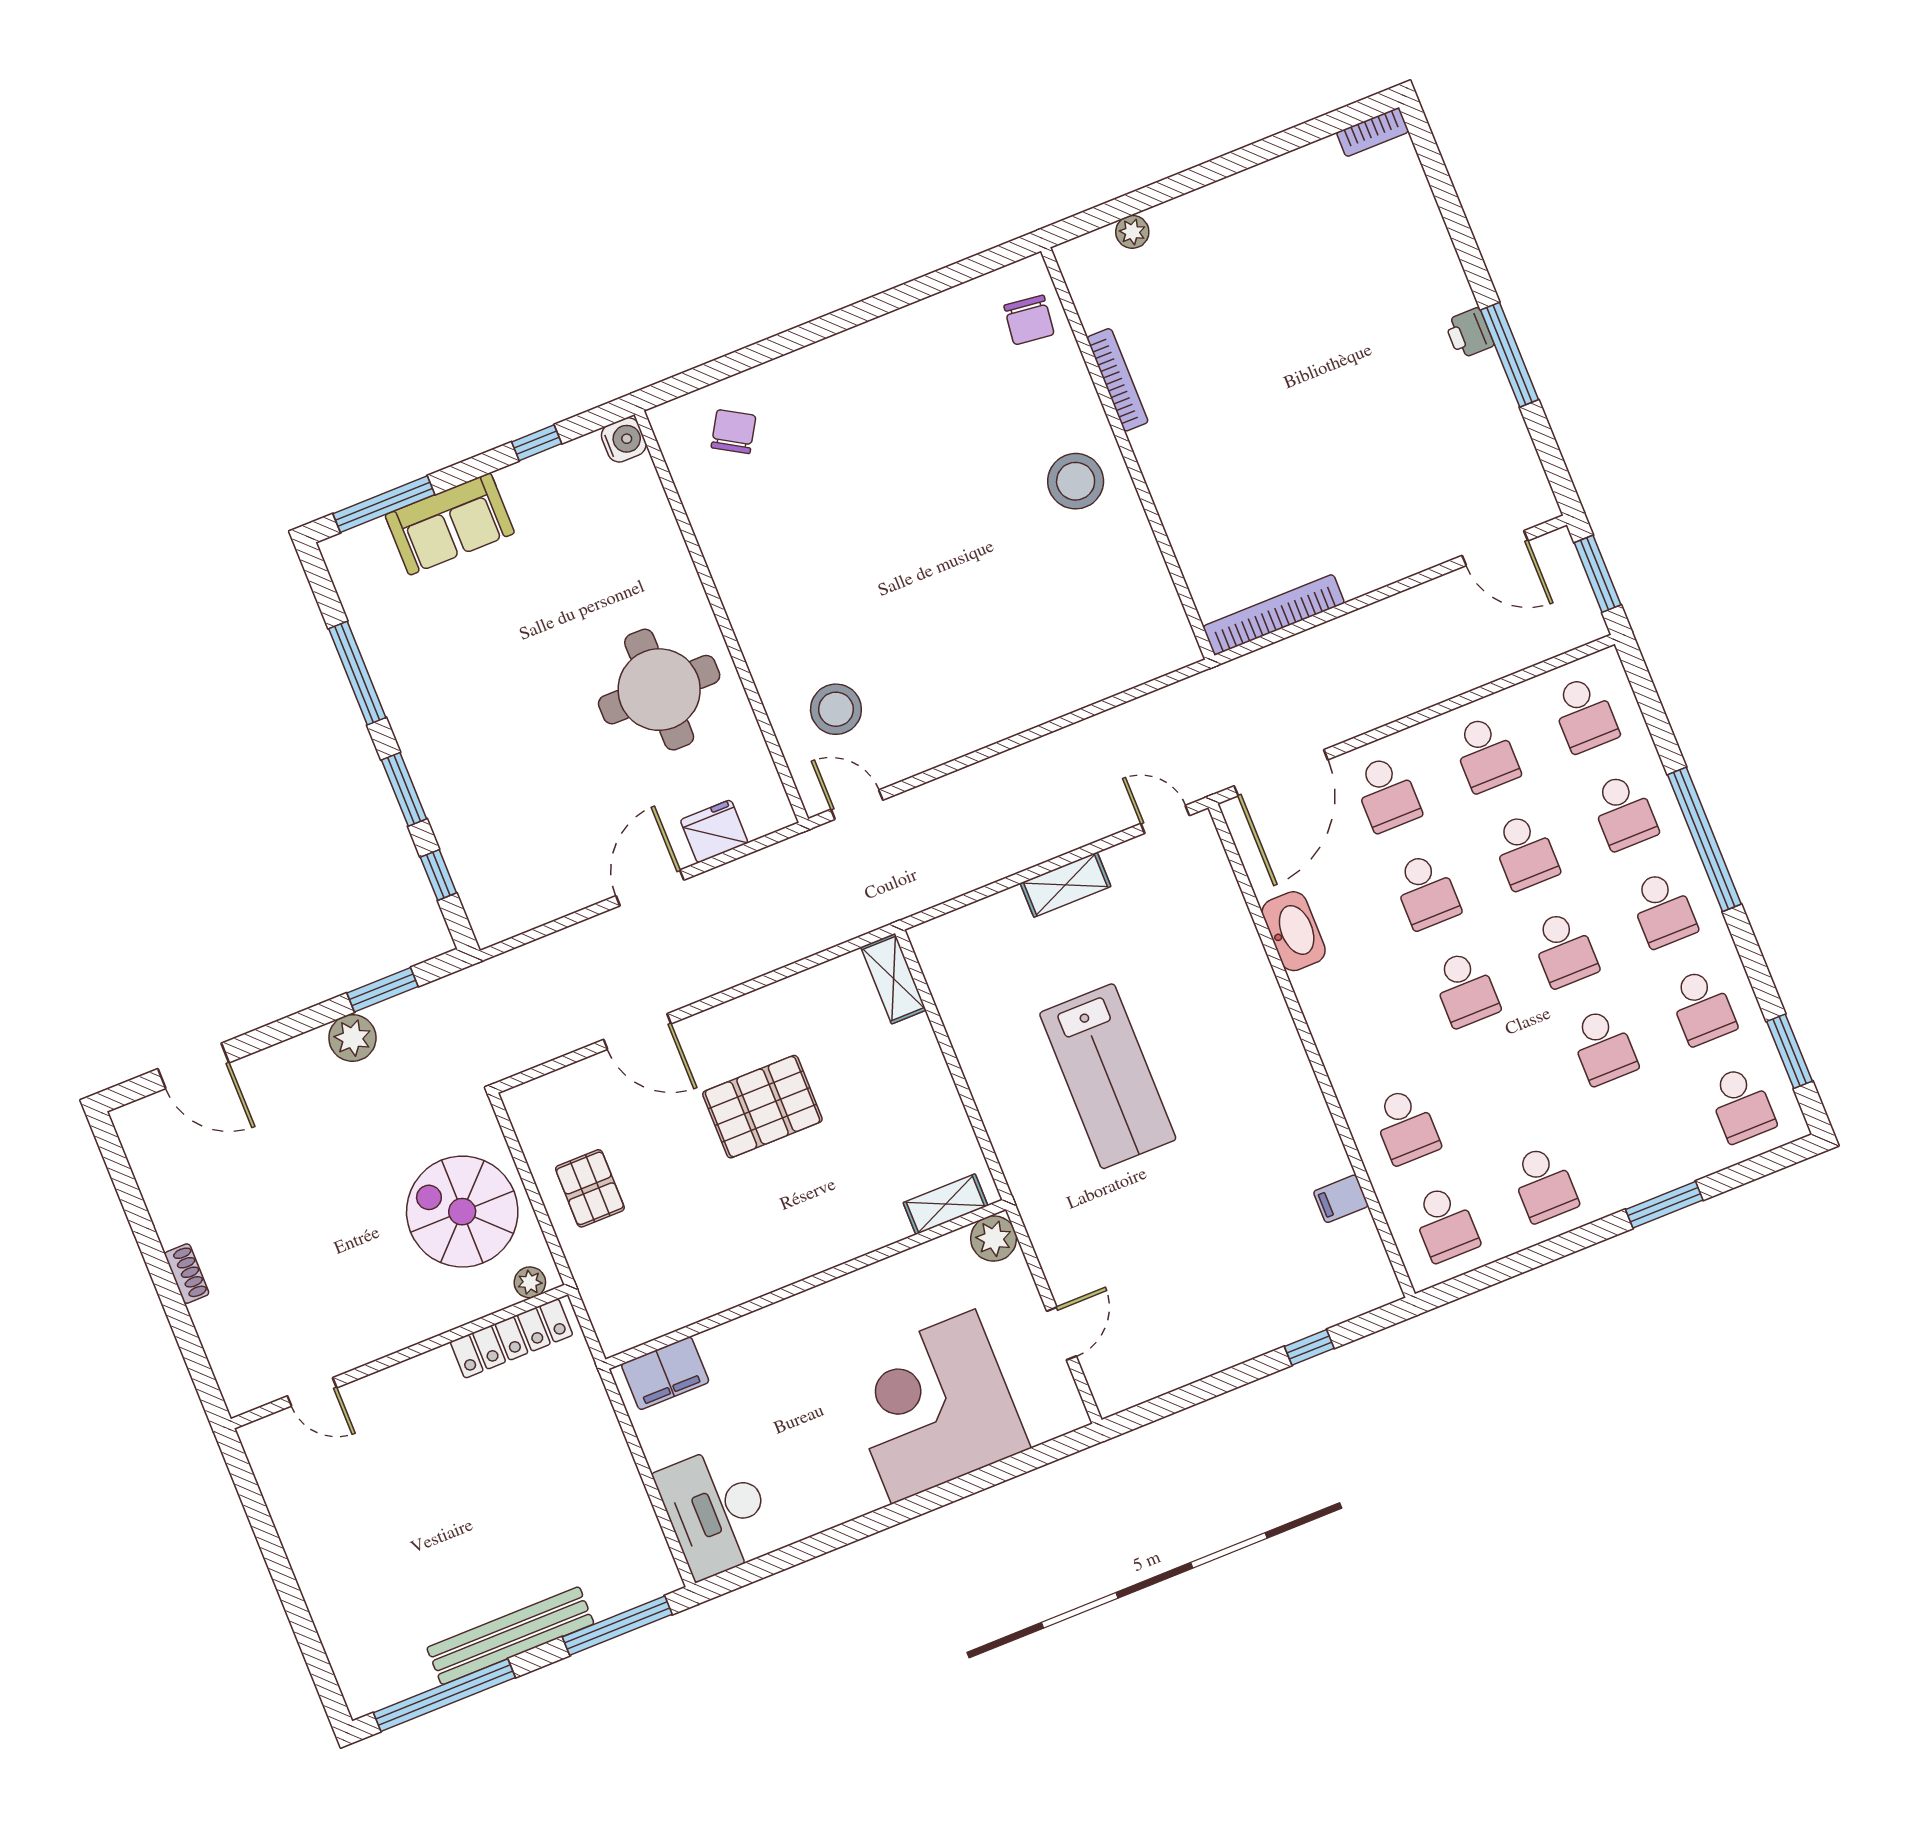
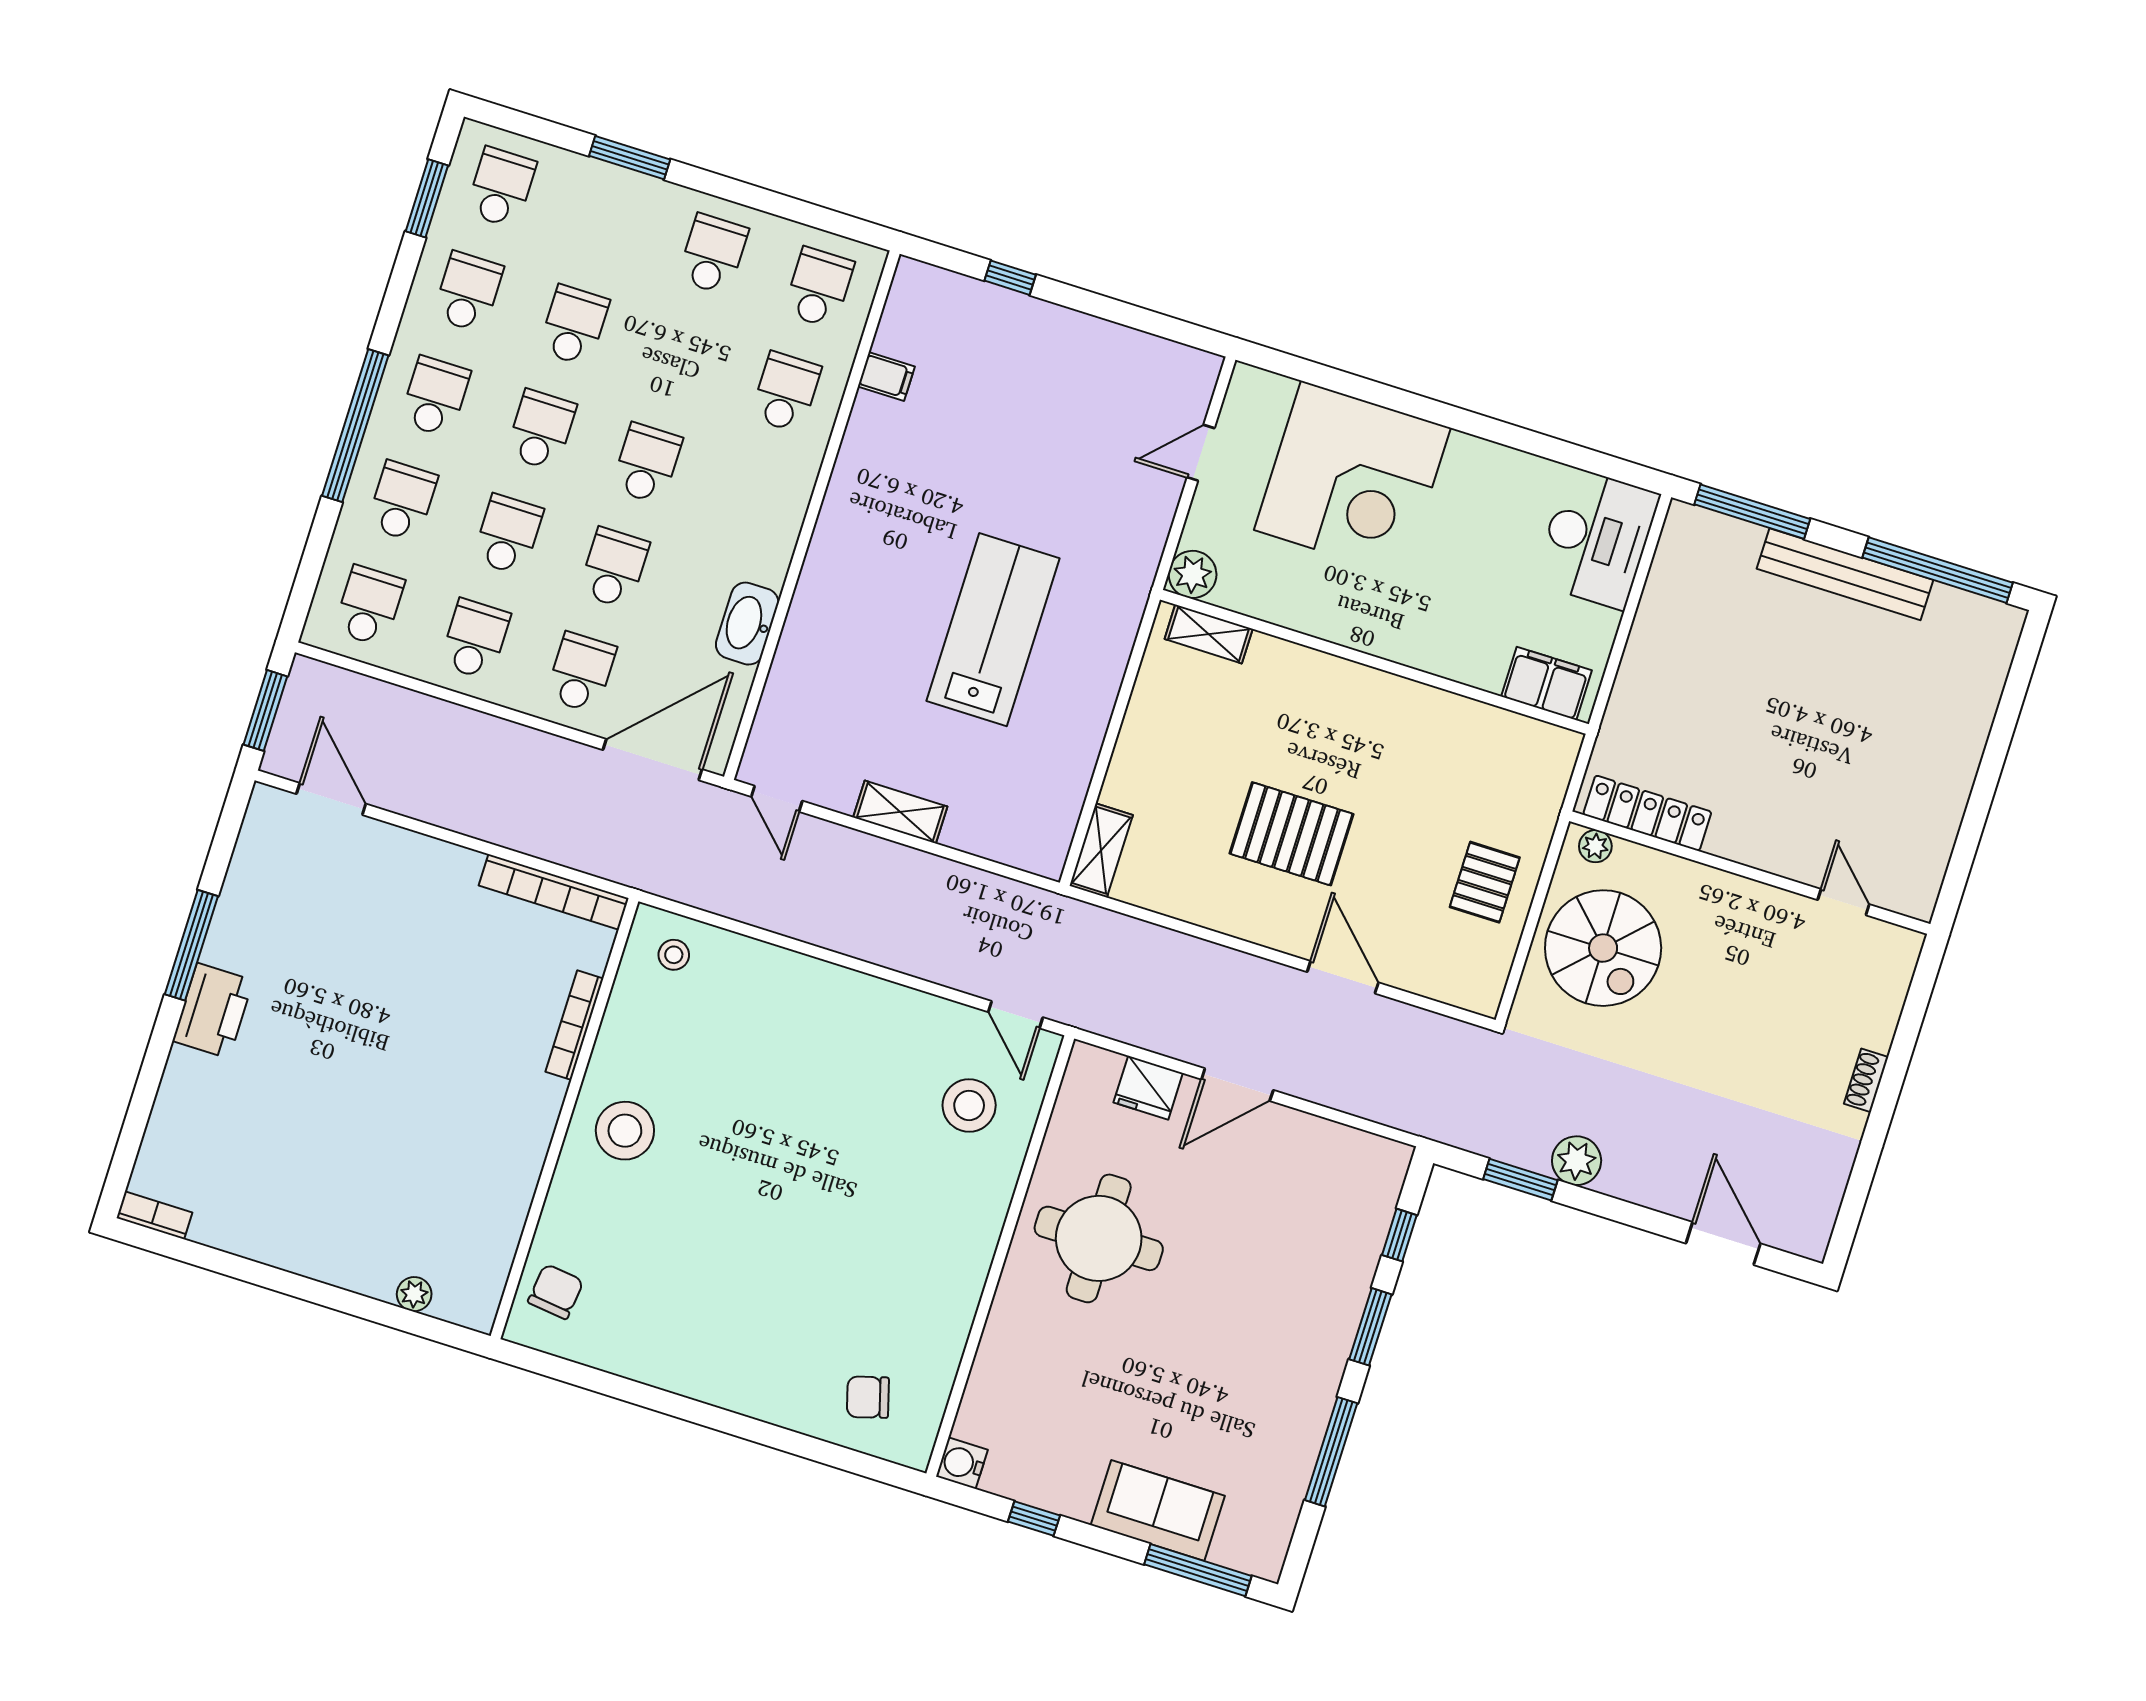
printer: (1469, 333) -> (213, 1011), width x1.87, depth x1.48
bookcase: (1118, 380) -> (574, 1025), moved
chair: (733, 432) -> (868, 1397), turned 43
stool: (1146, 641) -> (674, 955), added

